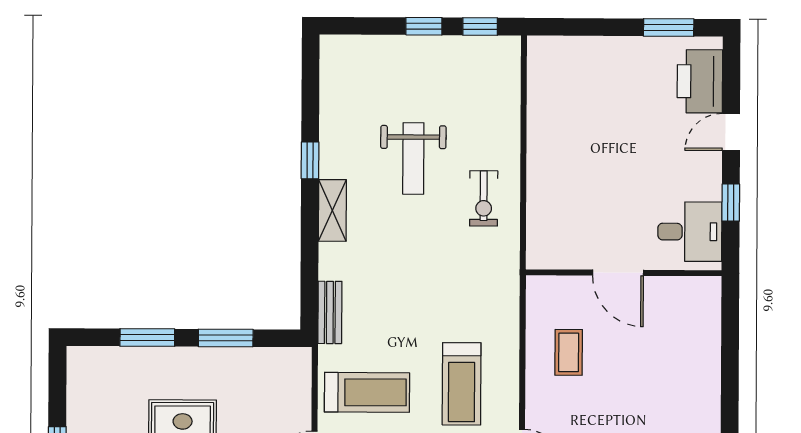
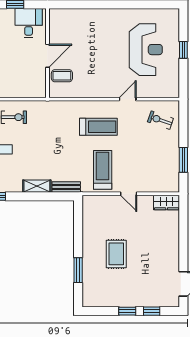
shelving: (332, 210) -> (37, 186), moved
window: (226, 338) -> (78, 234), removed
coffee table: (569, 352) -> (62, 76), moved

